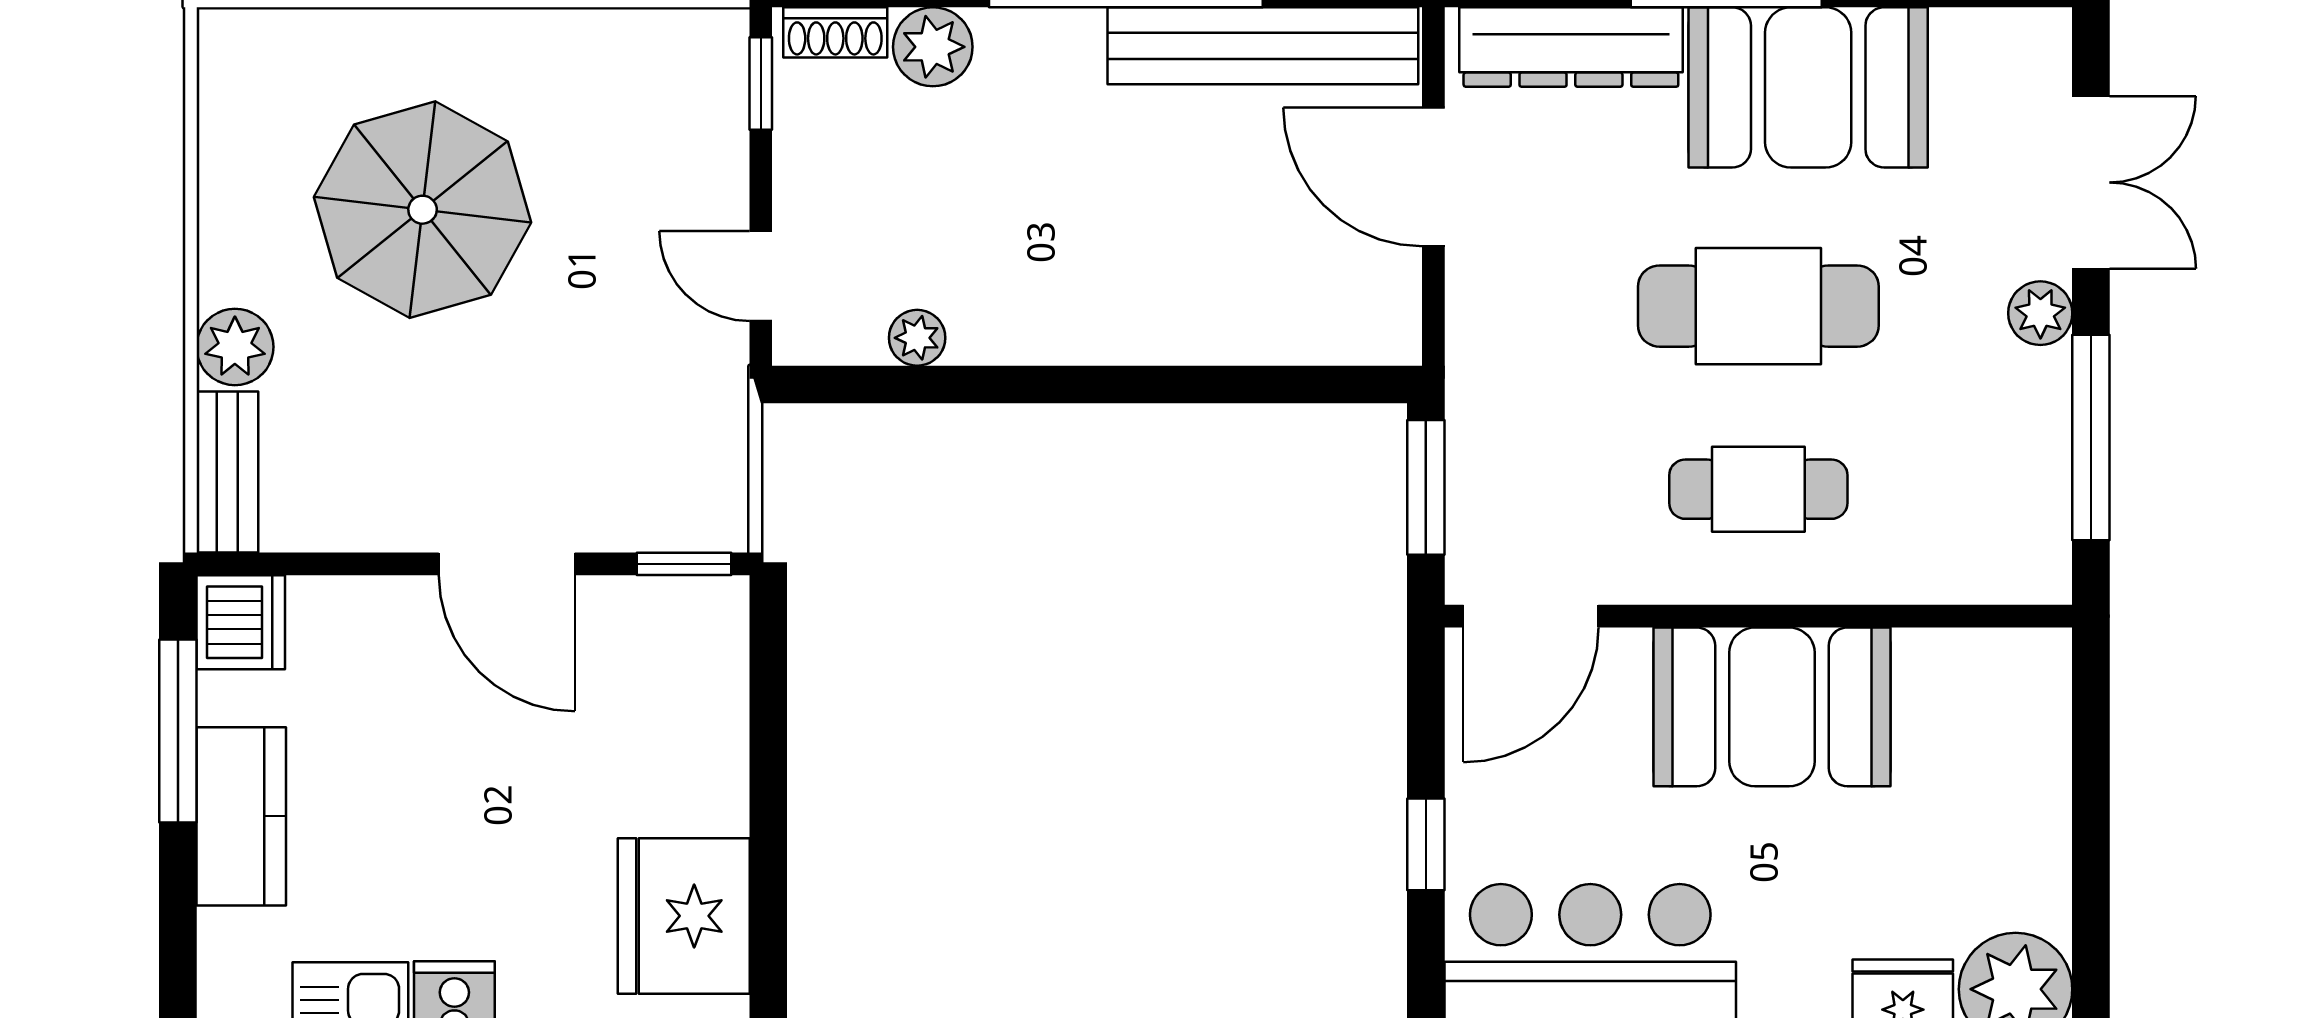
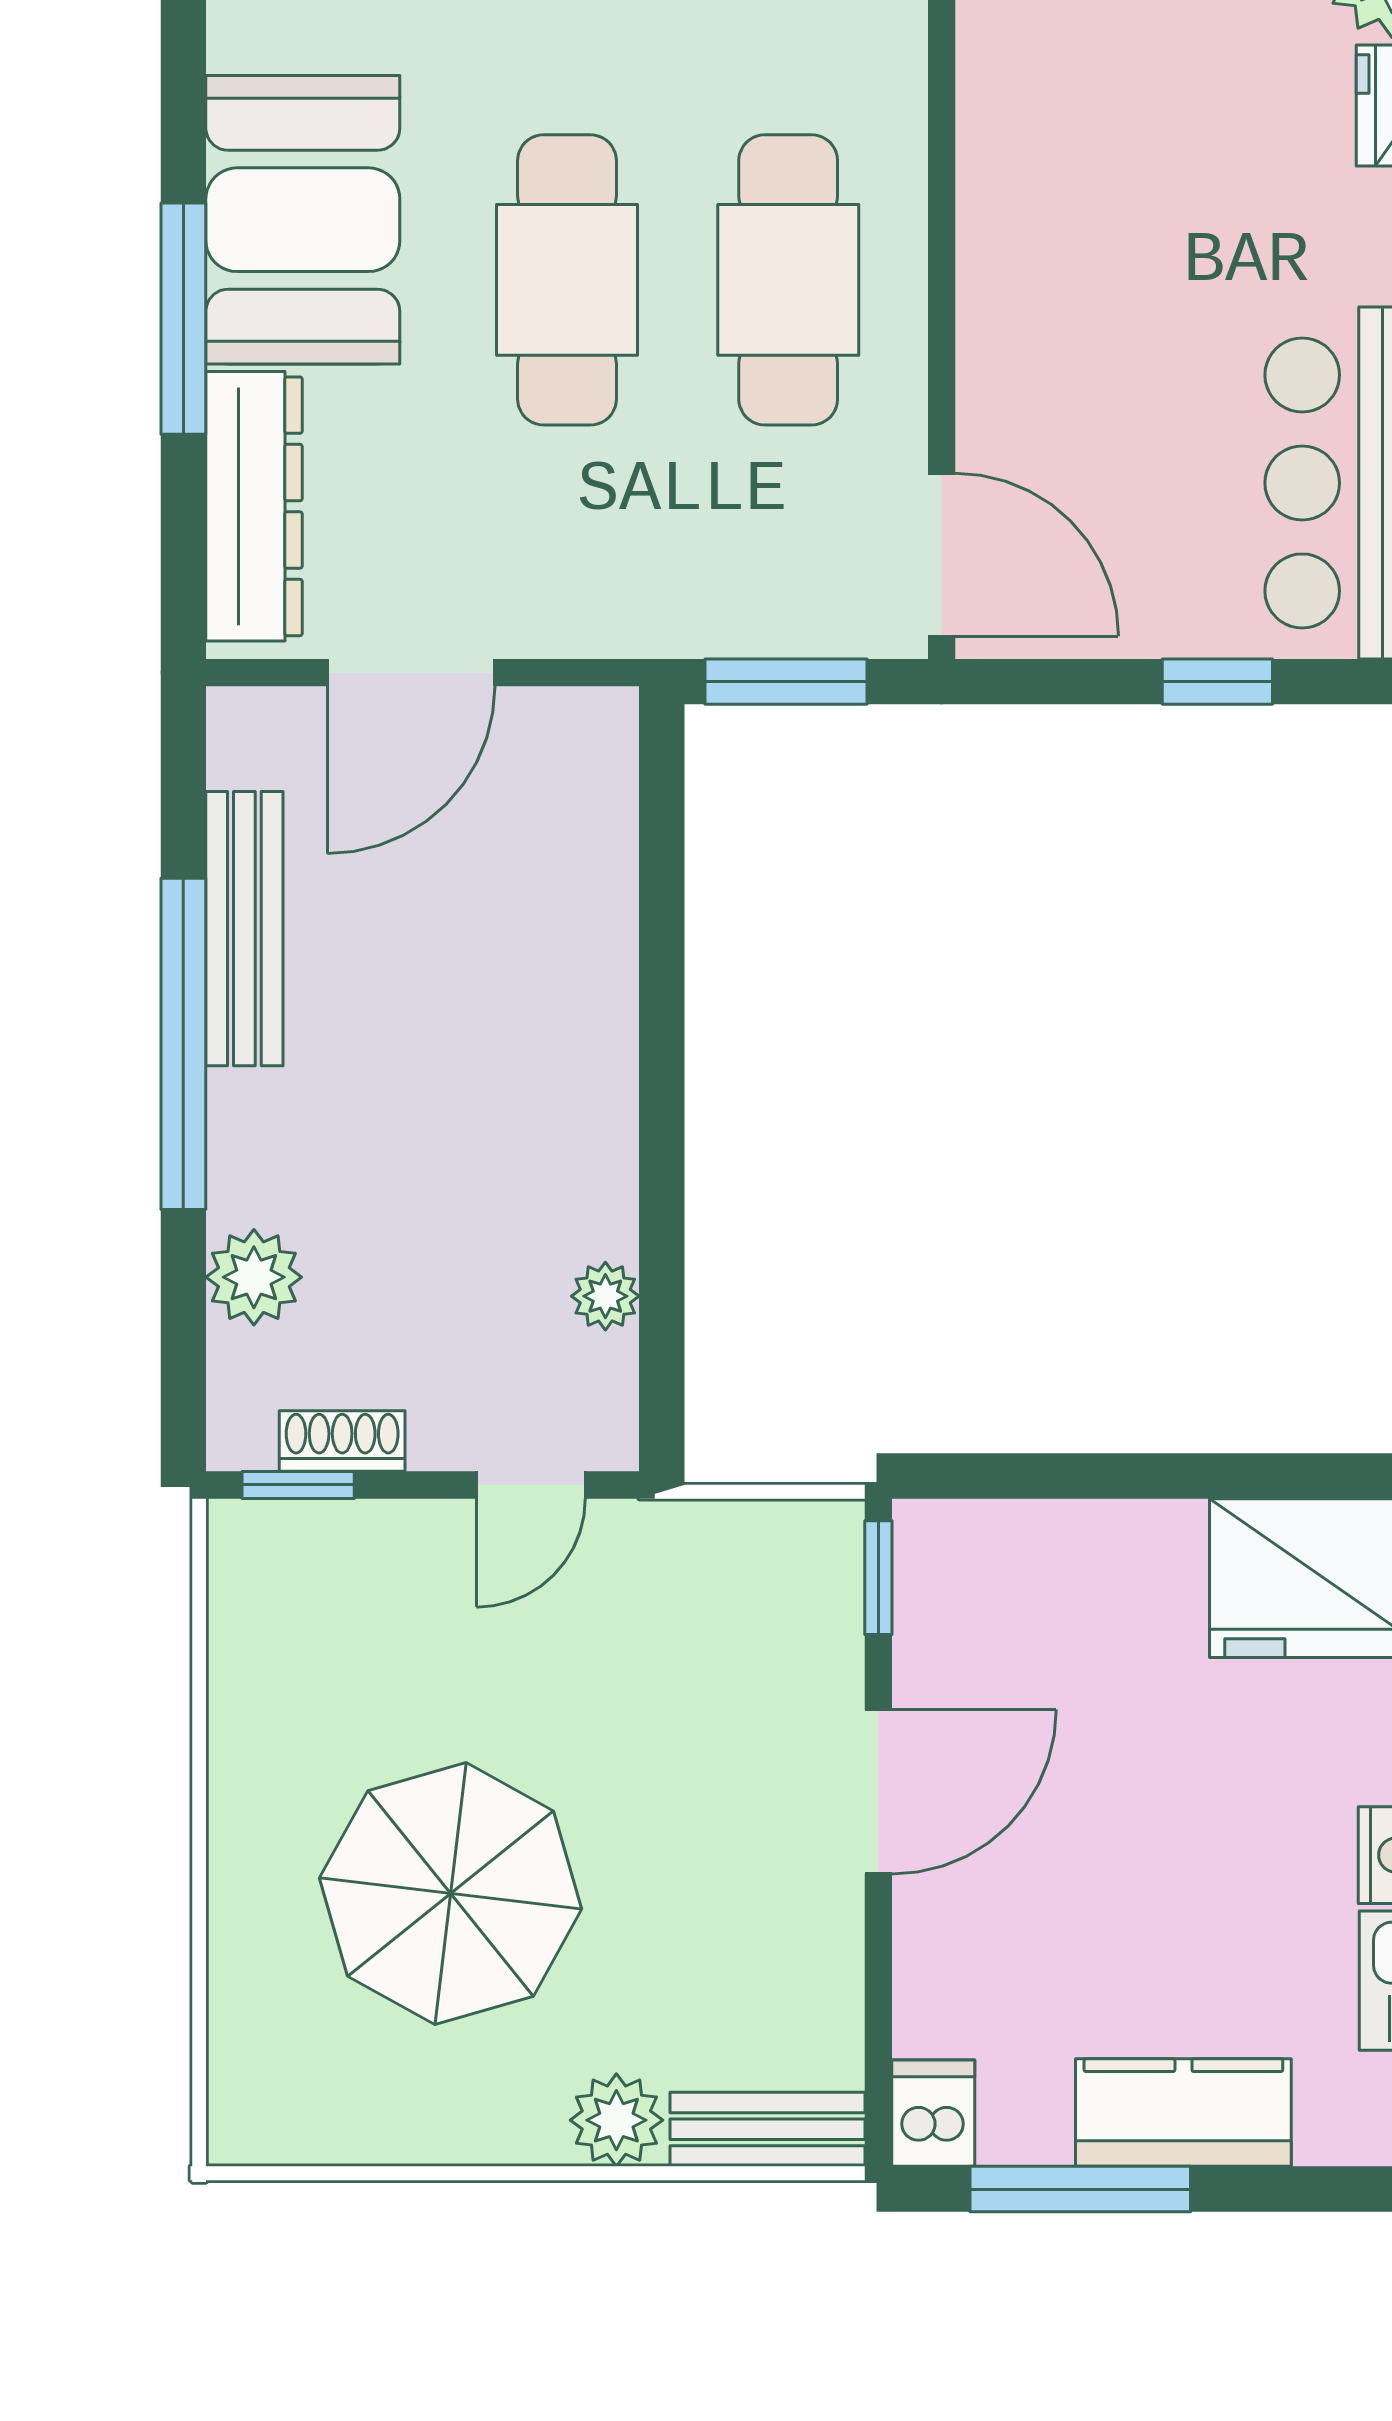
shoe rack: (835, 32) -> (342, 1441), moved, turned -90
bench: (1263, 46) -> (244, 929), width x0.73, depth x0.82
cafe table: (1758, 489) -> (788, 280), width x1.37, depth x1.35
dishwasher: (241, 622) -> (933, 2113), width x0.73
booth: (1772, 707) -> (1051, 263), removed

